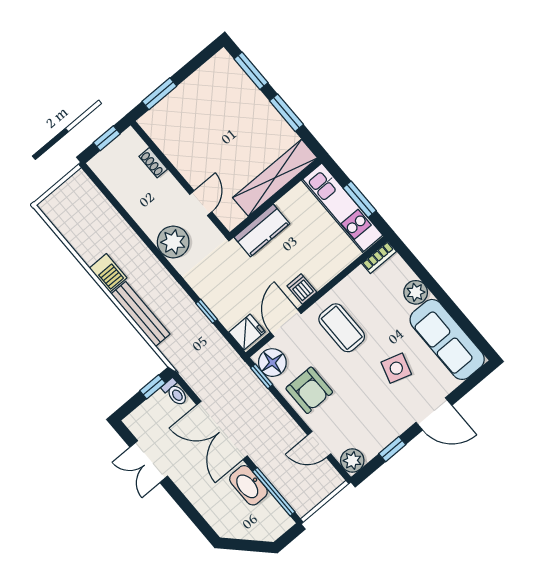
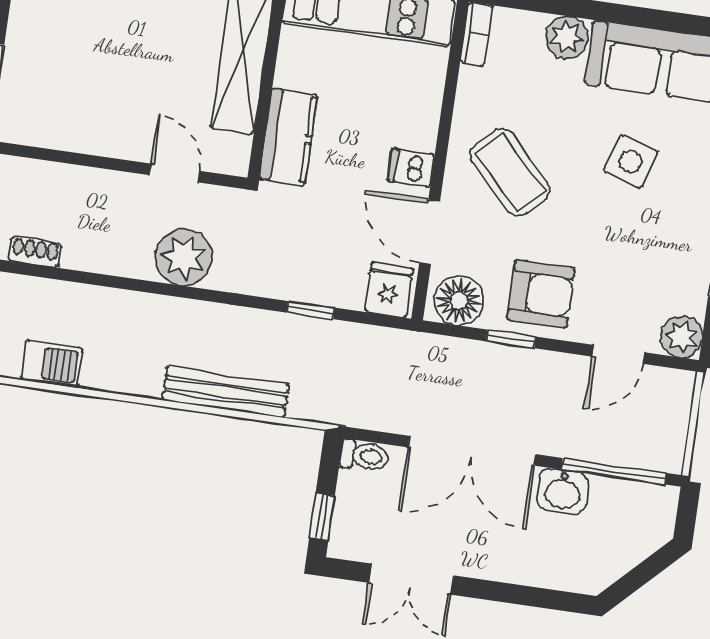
shoe rack: (153, 163) -> (35, 252), moved, turned 180
barbecue: (108, 273) -> (52, 364), moved
coffee table: (342, 328) -> (510, 172), turned 46
window: (262, 376) -> (511, 339), moved
window: (153, 387) -> (322, 517), moved
washbasin: (248, 485) -> (563, 491), width x0.72

